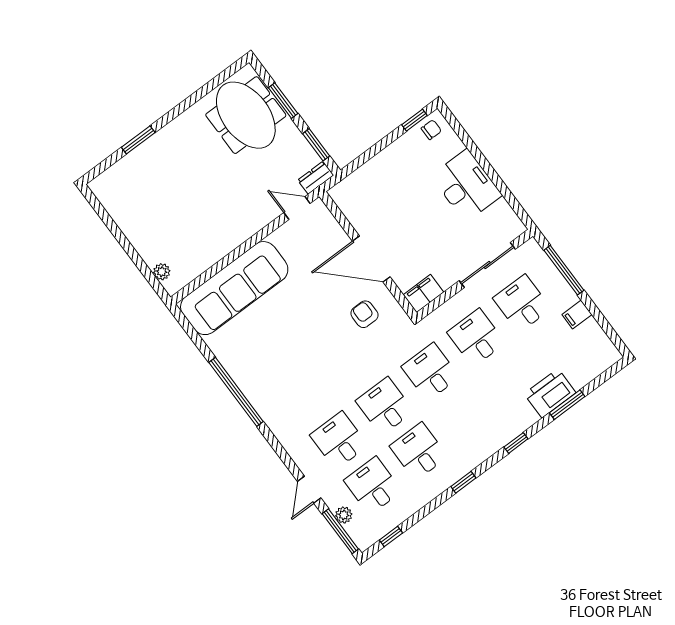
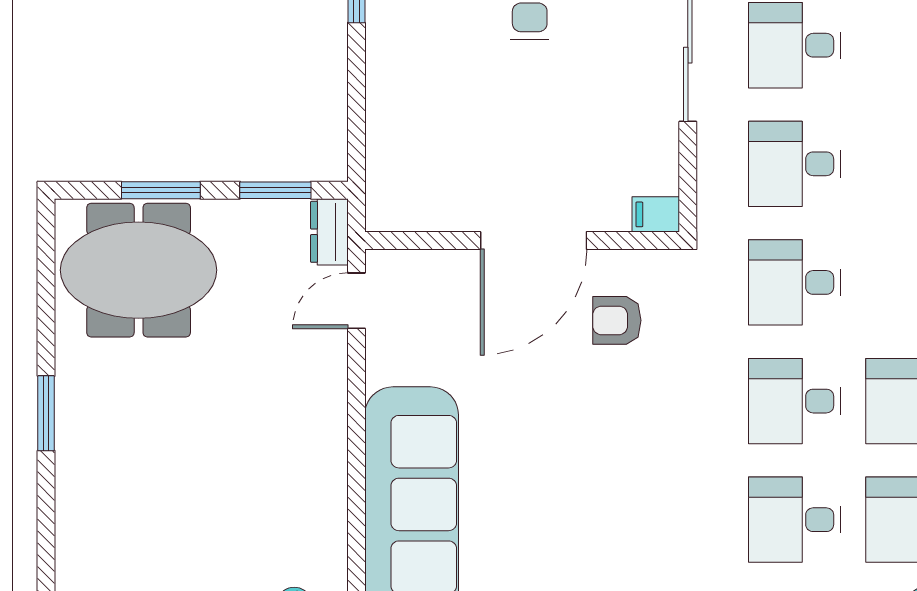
window: (138, 140) -> (46, 413), moved
filing cabinet: (423, 294) -> (656, 214), width x0.50

